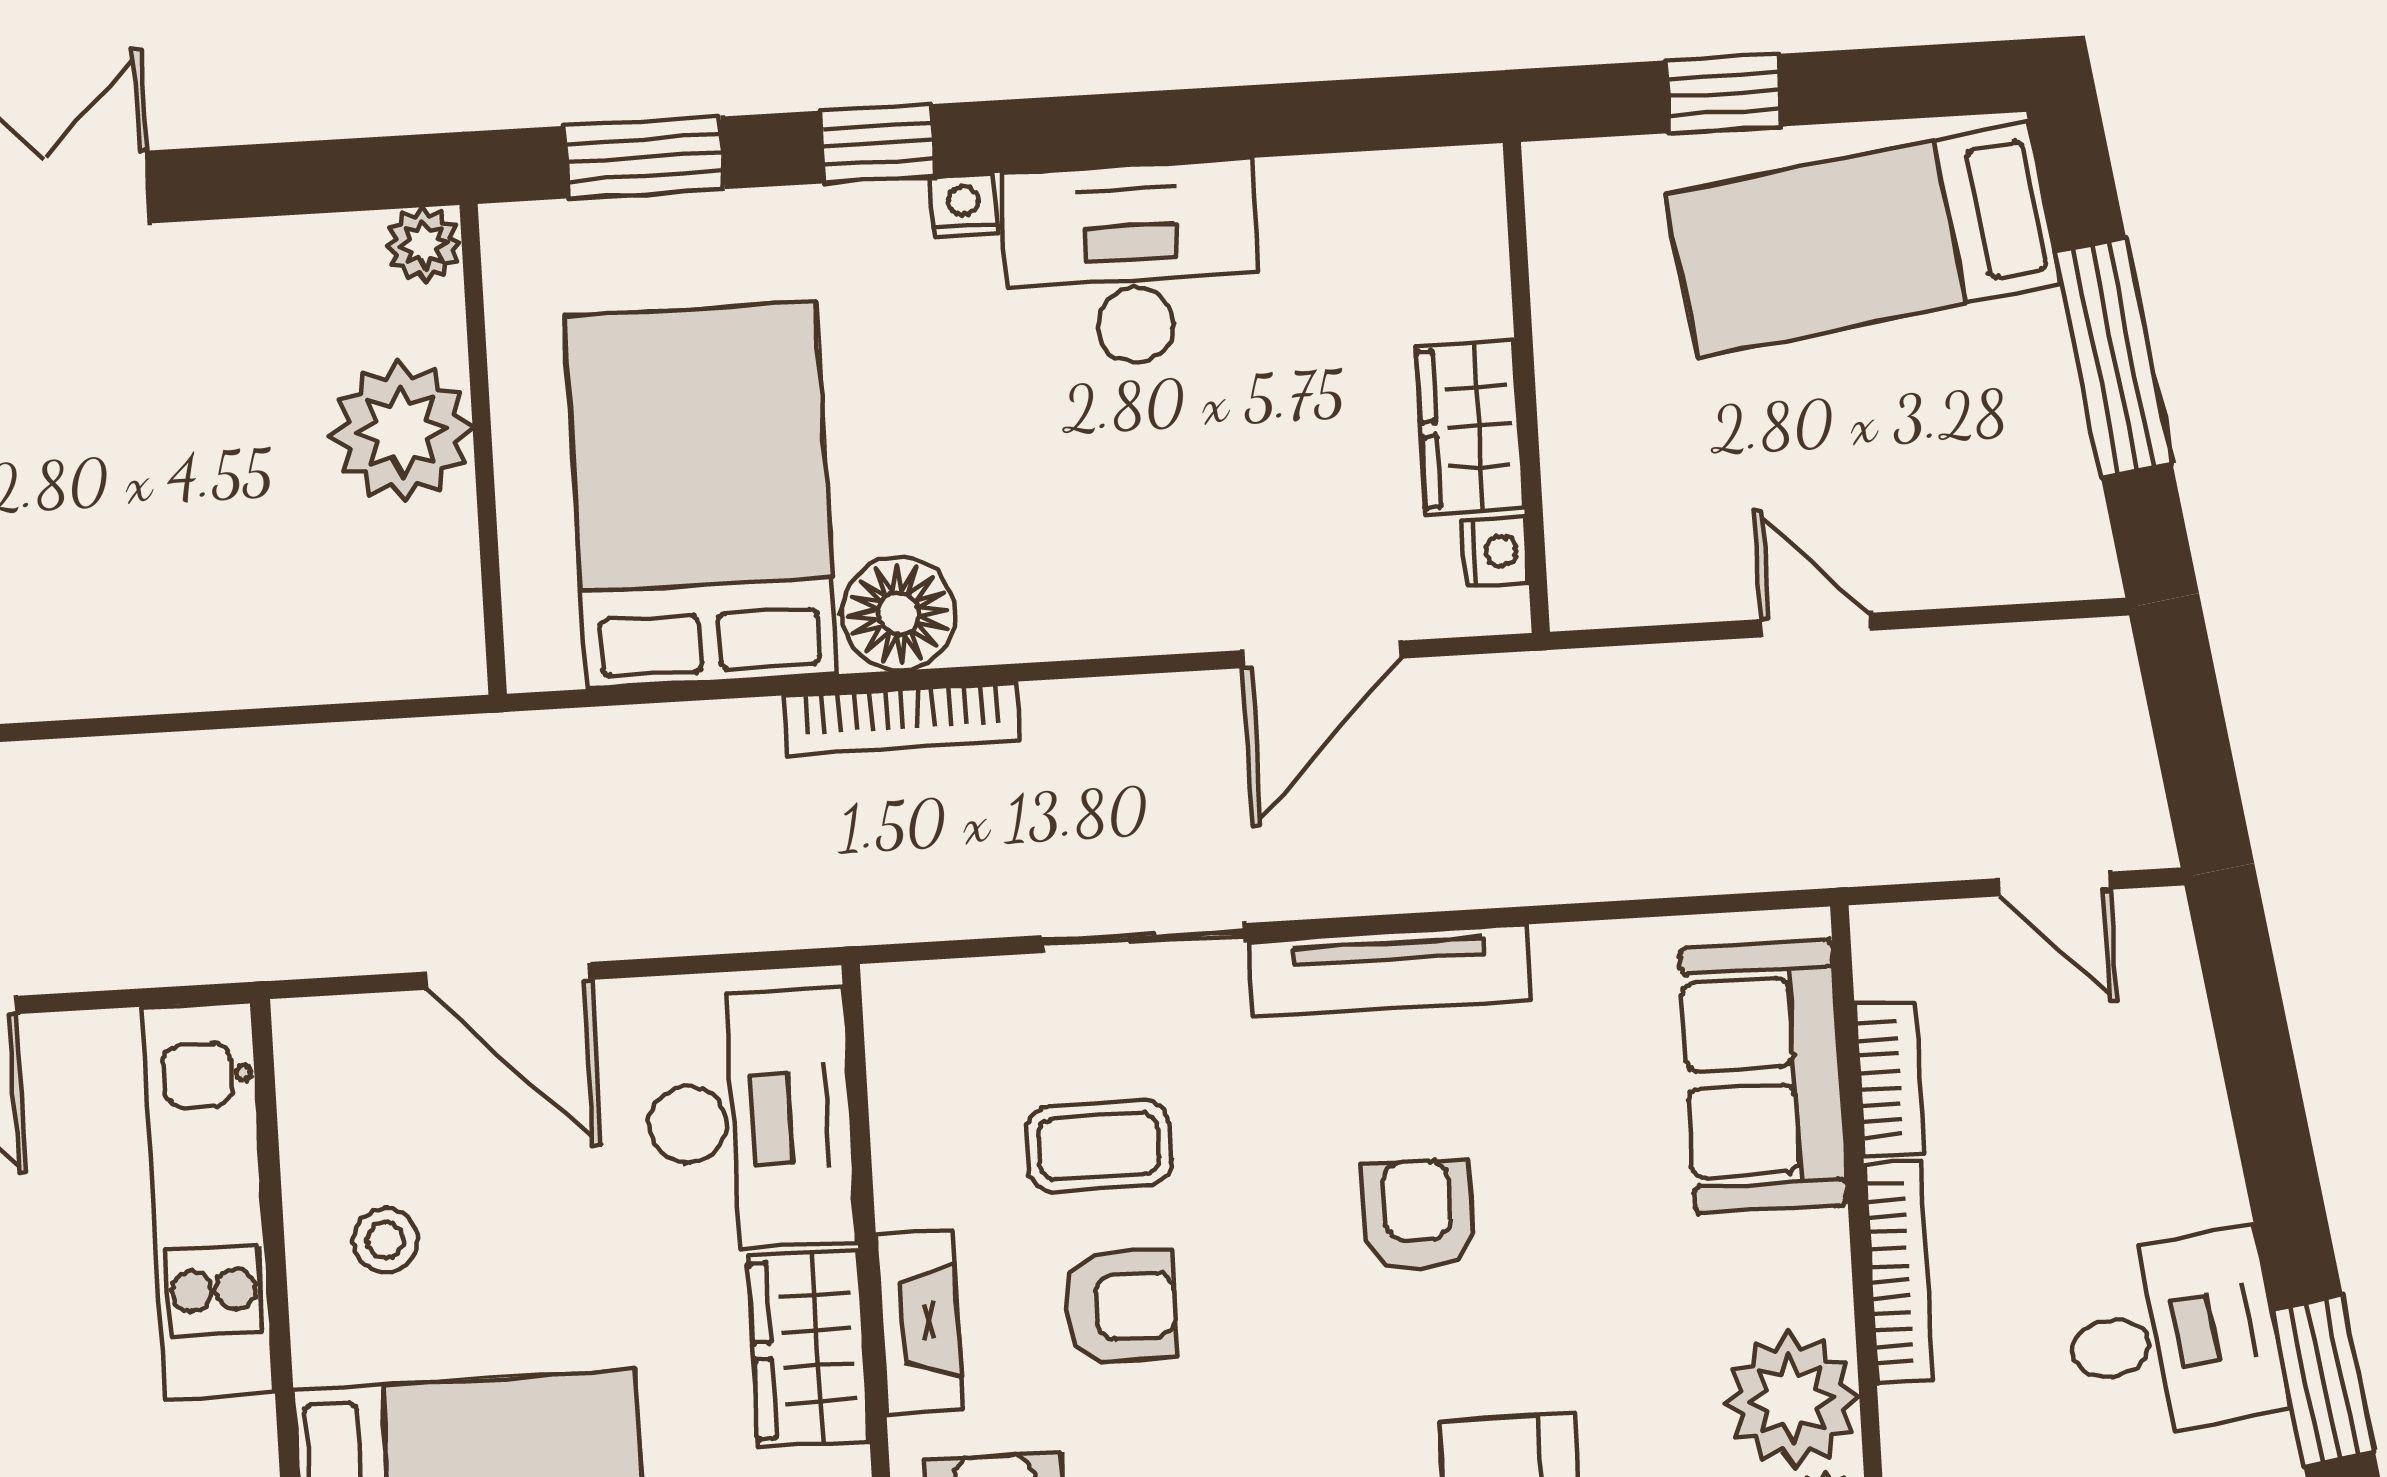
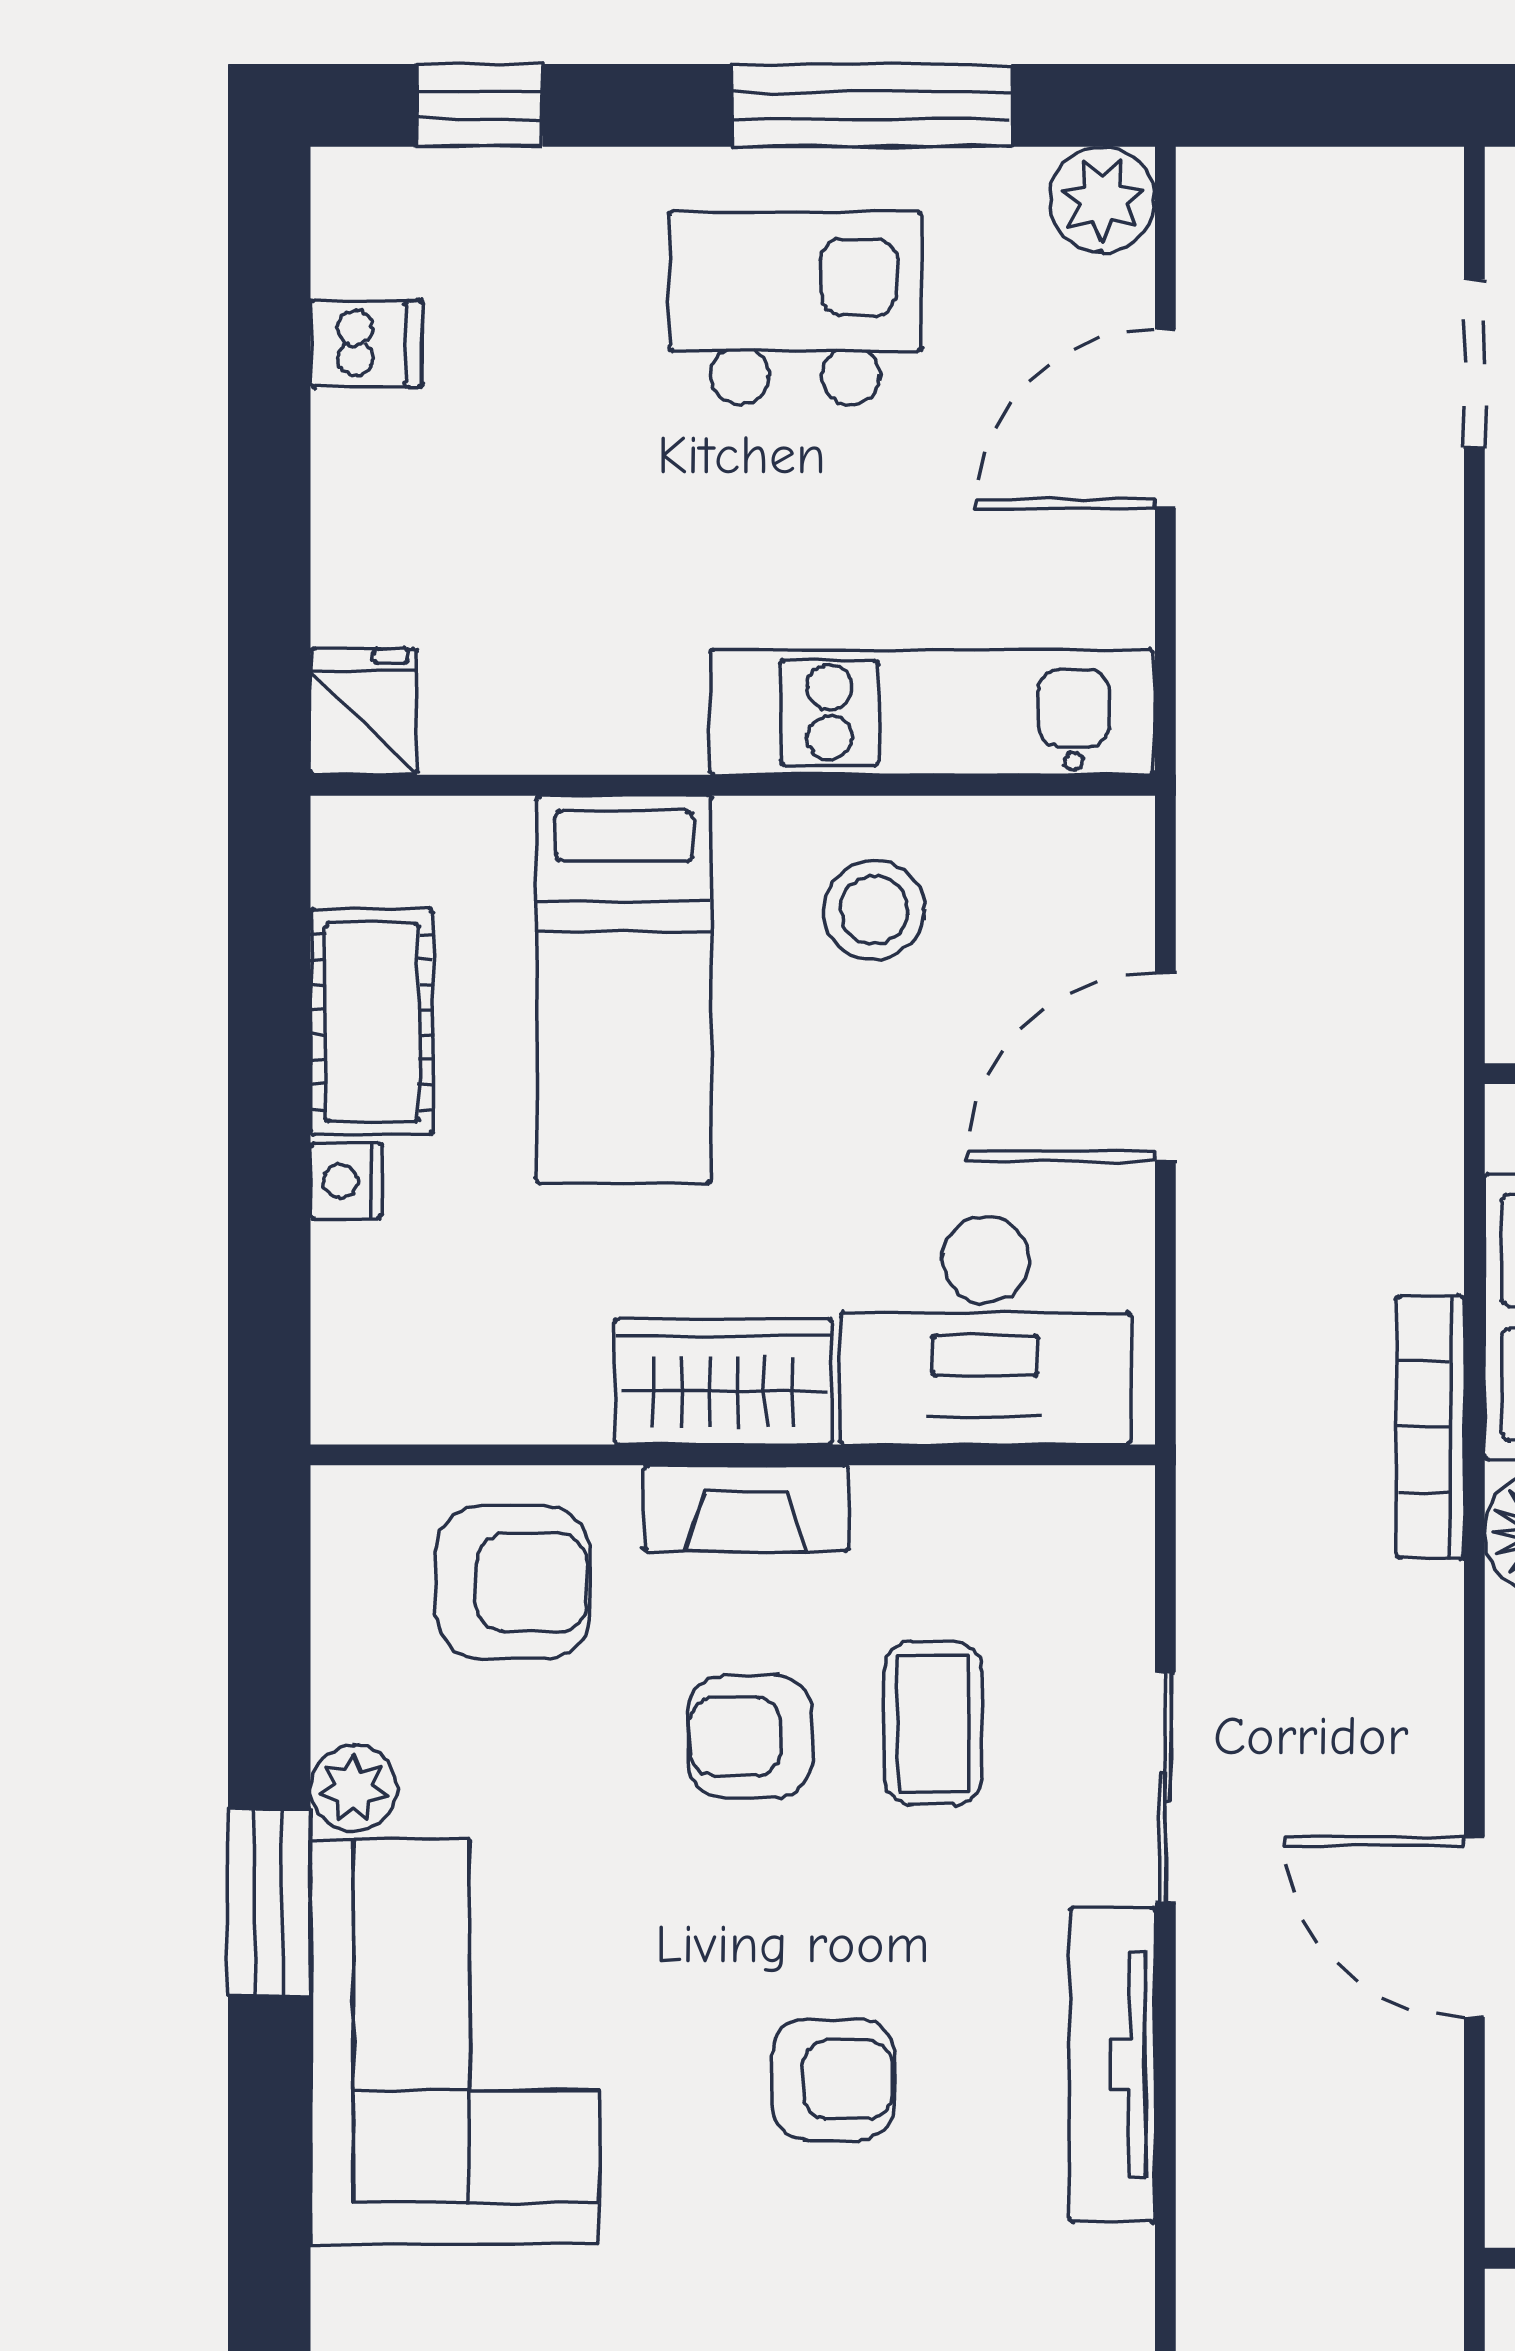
door: (1322, 654) -> (1474, 1927), moved
bookcase: (902, 718) -> (1430, 1427), moved
stool: (385, 1240) -> (874, 910), width x1.37, depth x1.37
armchair: (1120, 1307) -> (750, 1737), turned 90

